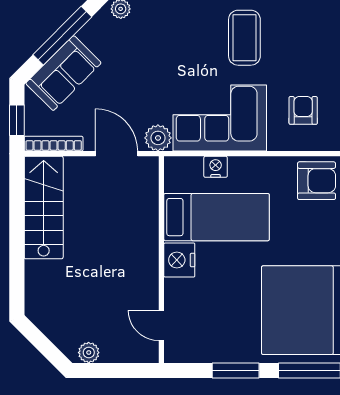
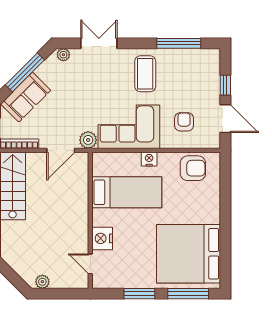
door: (117, 154) -> (61, 150), swing flipped
nightstand: (216, 167) -> (149, 159), moved
nightstand: (179, 260) -> (102, 238), moved

